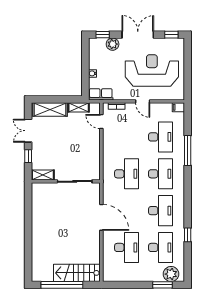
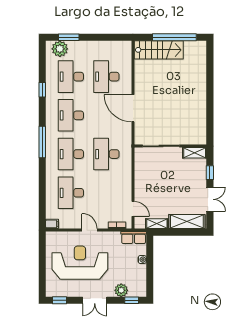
double door: (138, 35) -> (95, 300), width x0.73
reception desk: (152, 70) -> (80, 263), turned 180
window: (188, 151) -> (42, 142), moved

